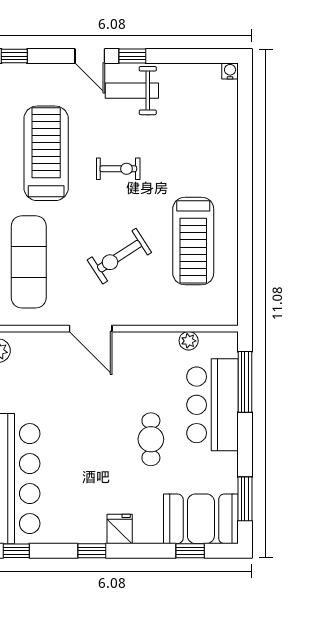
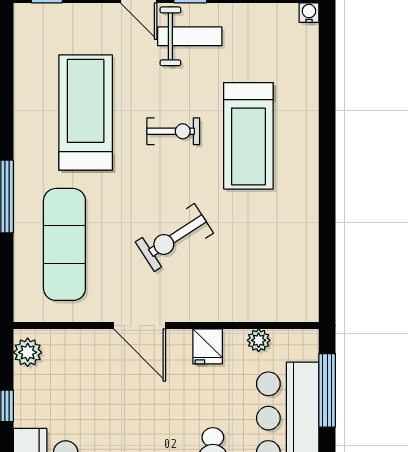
weight bench: (132, 91) -> (190, 36), turned 180
treadmill: (193, 241) -> (248, 136), moved
fridge: (147, 346) -> (208, 346), added

